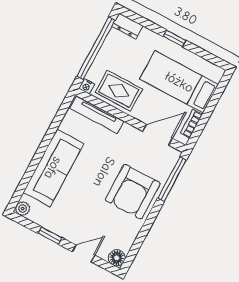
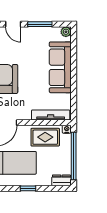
window: (50, 236) -> (40, 24), width x1.50
door: (83, 253) -> (13, 24), hinge flipped

